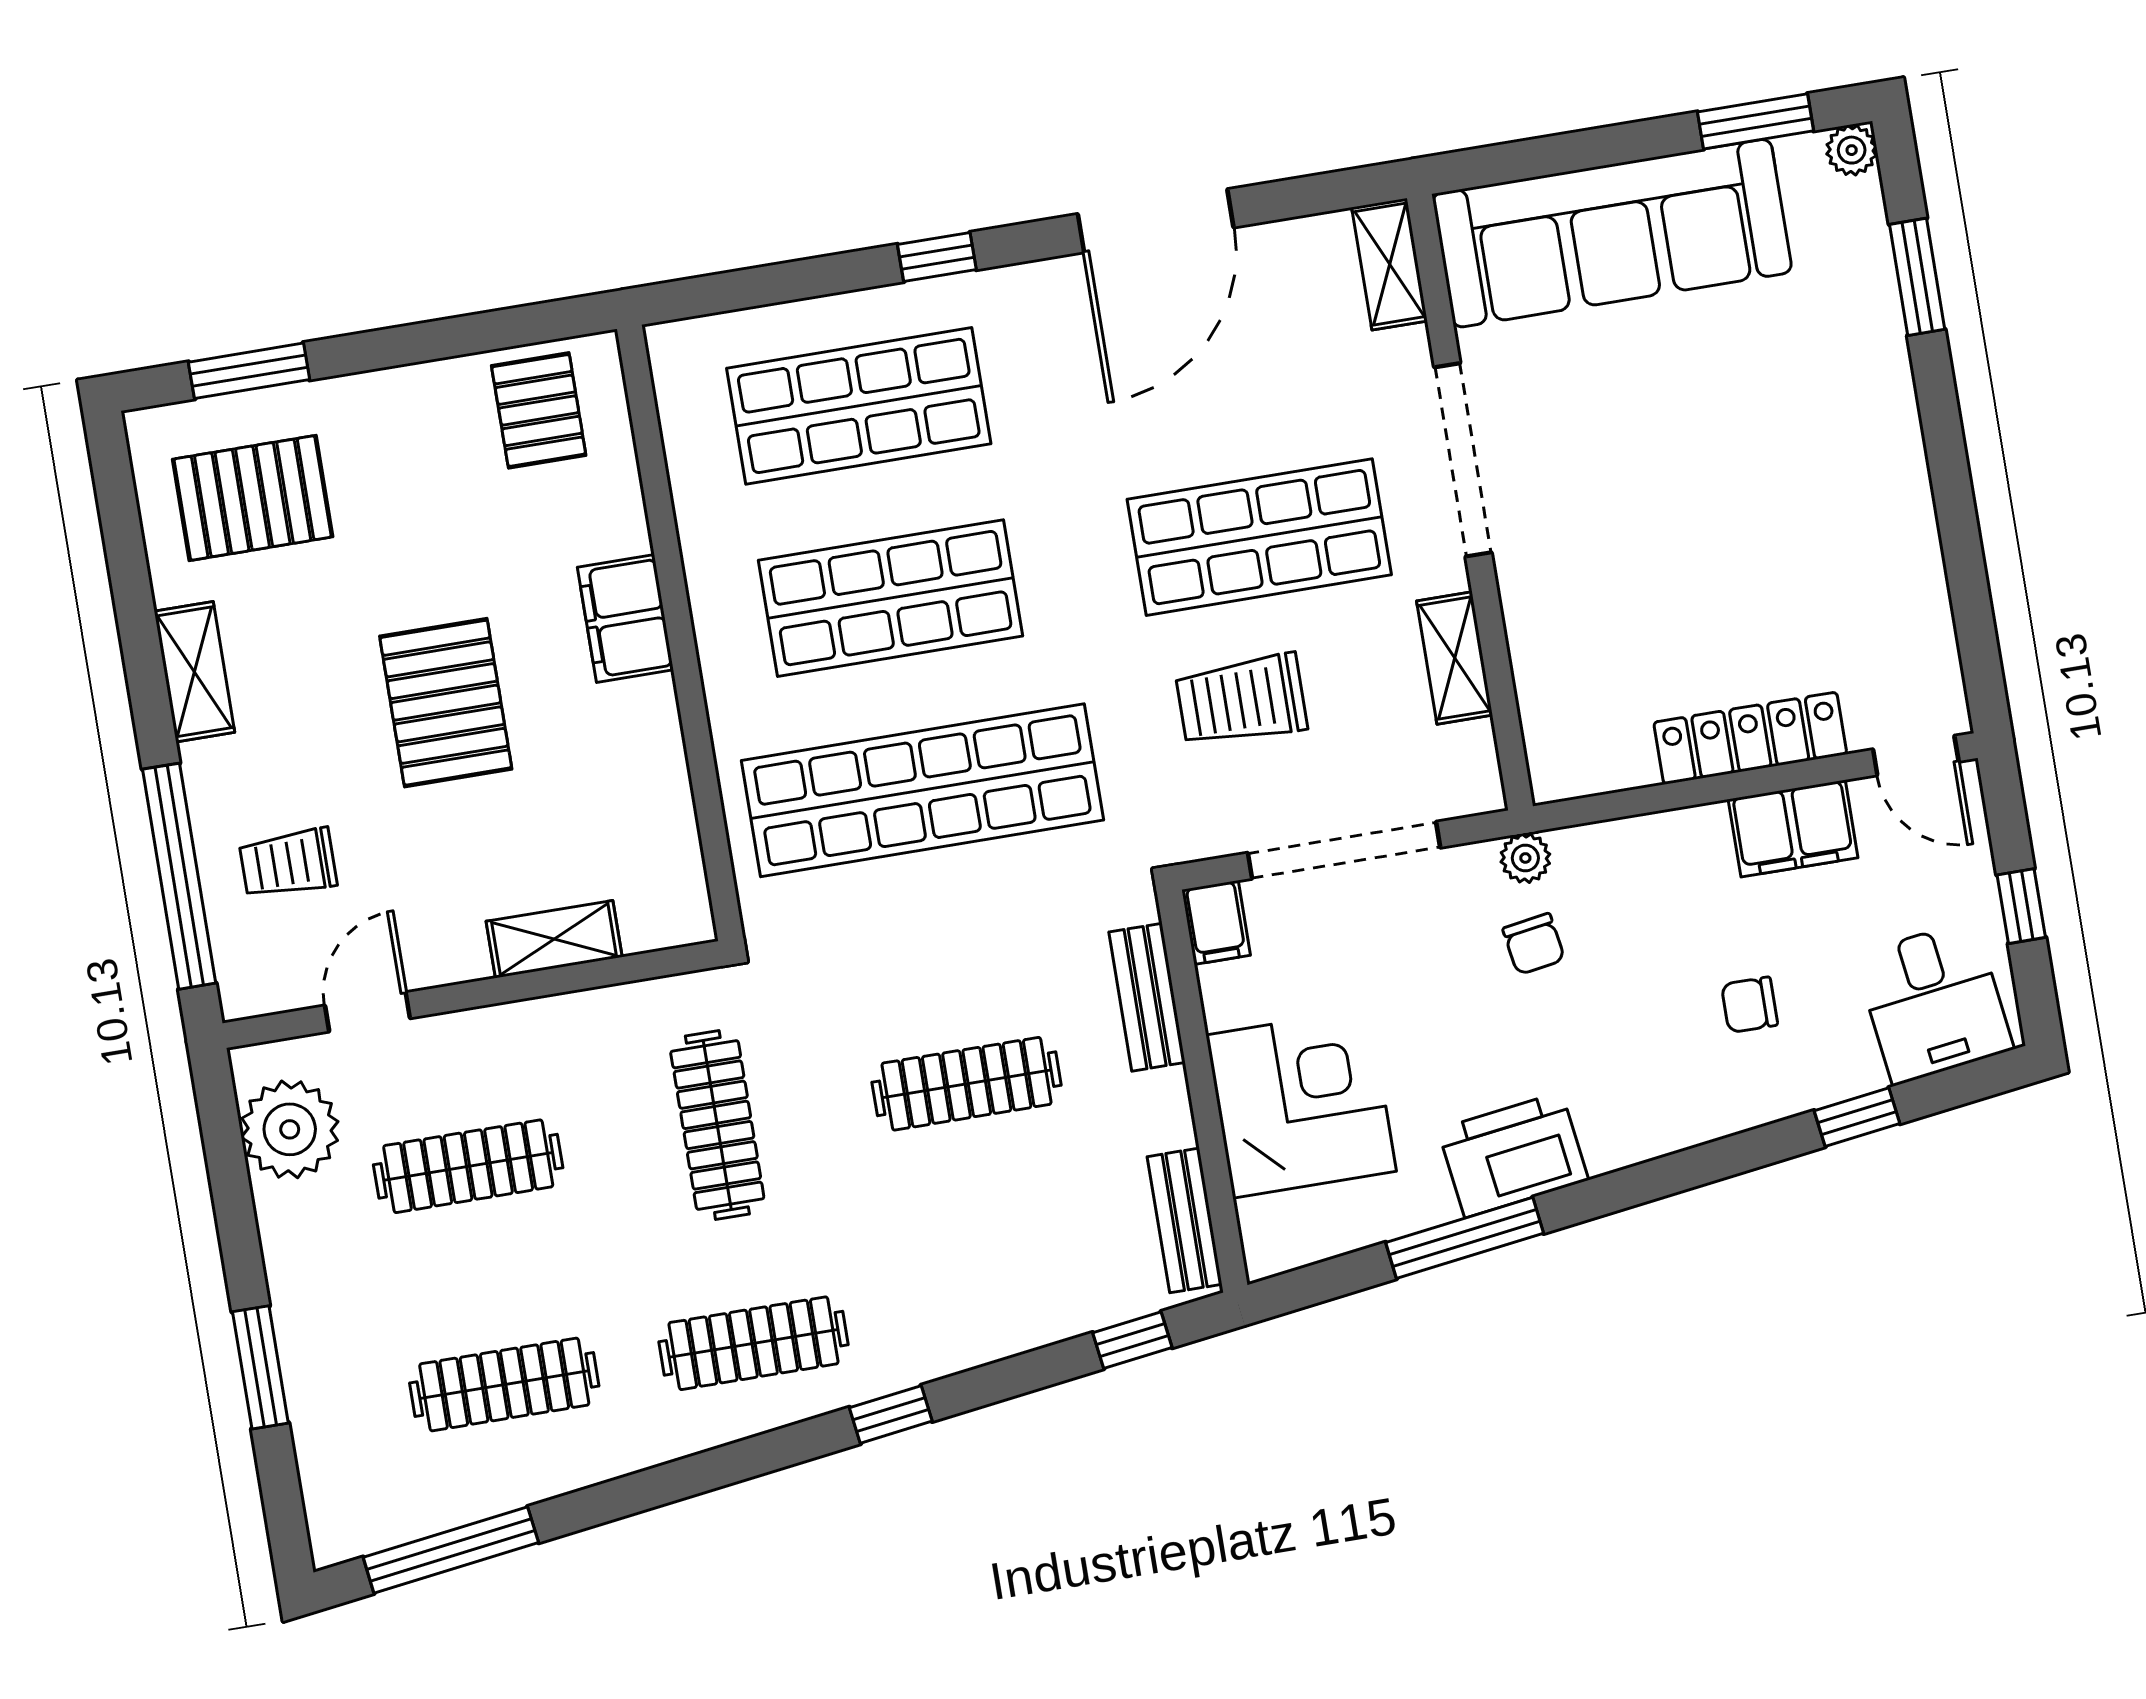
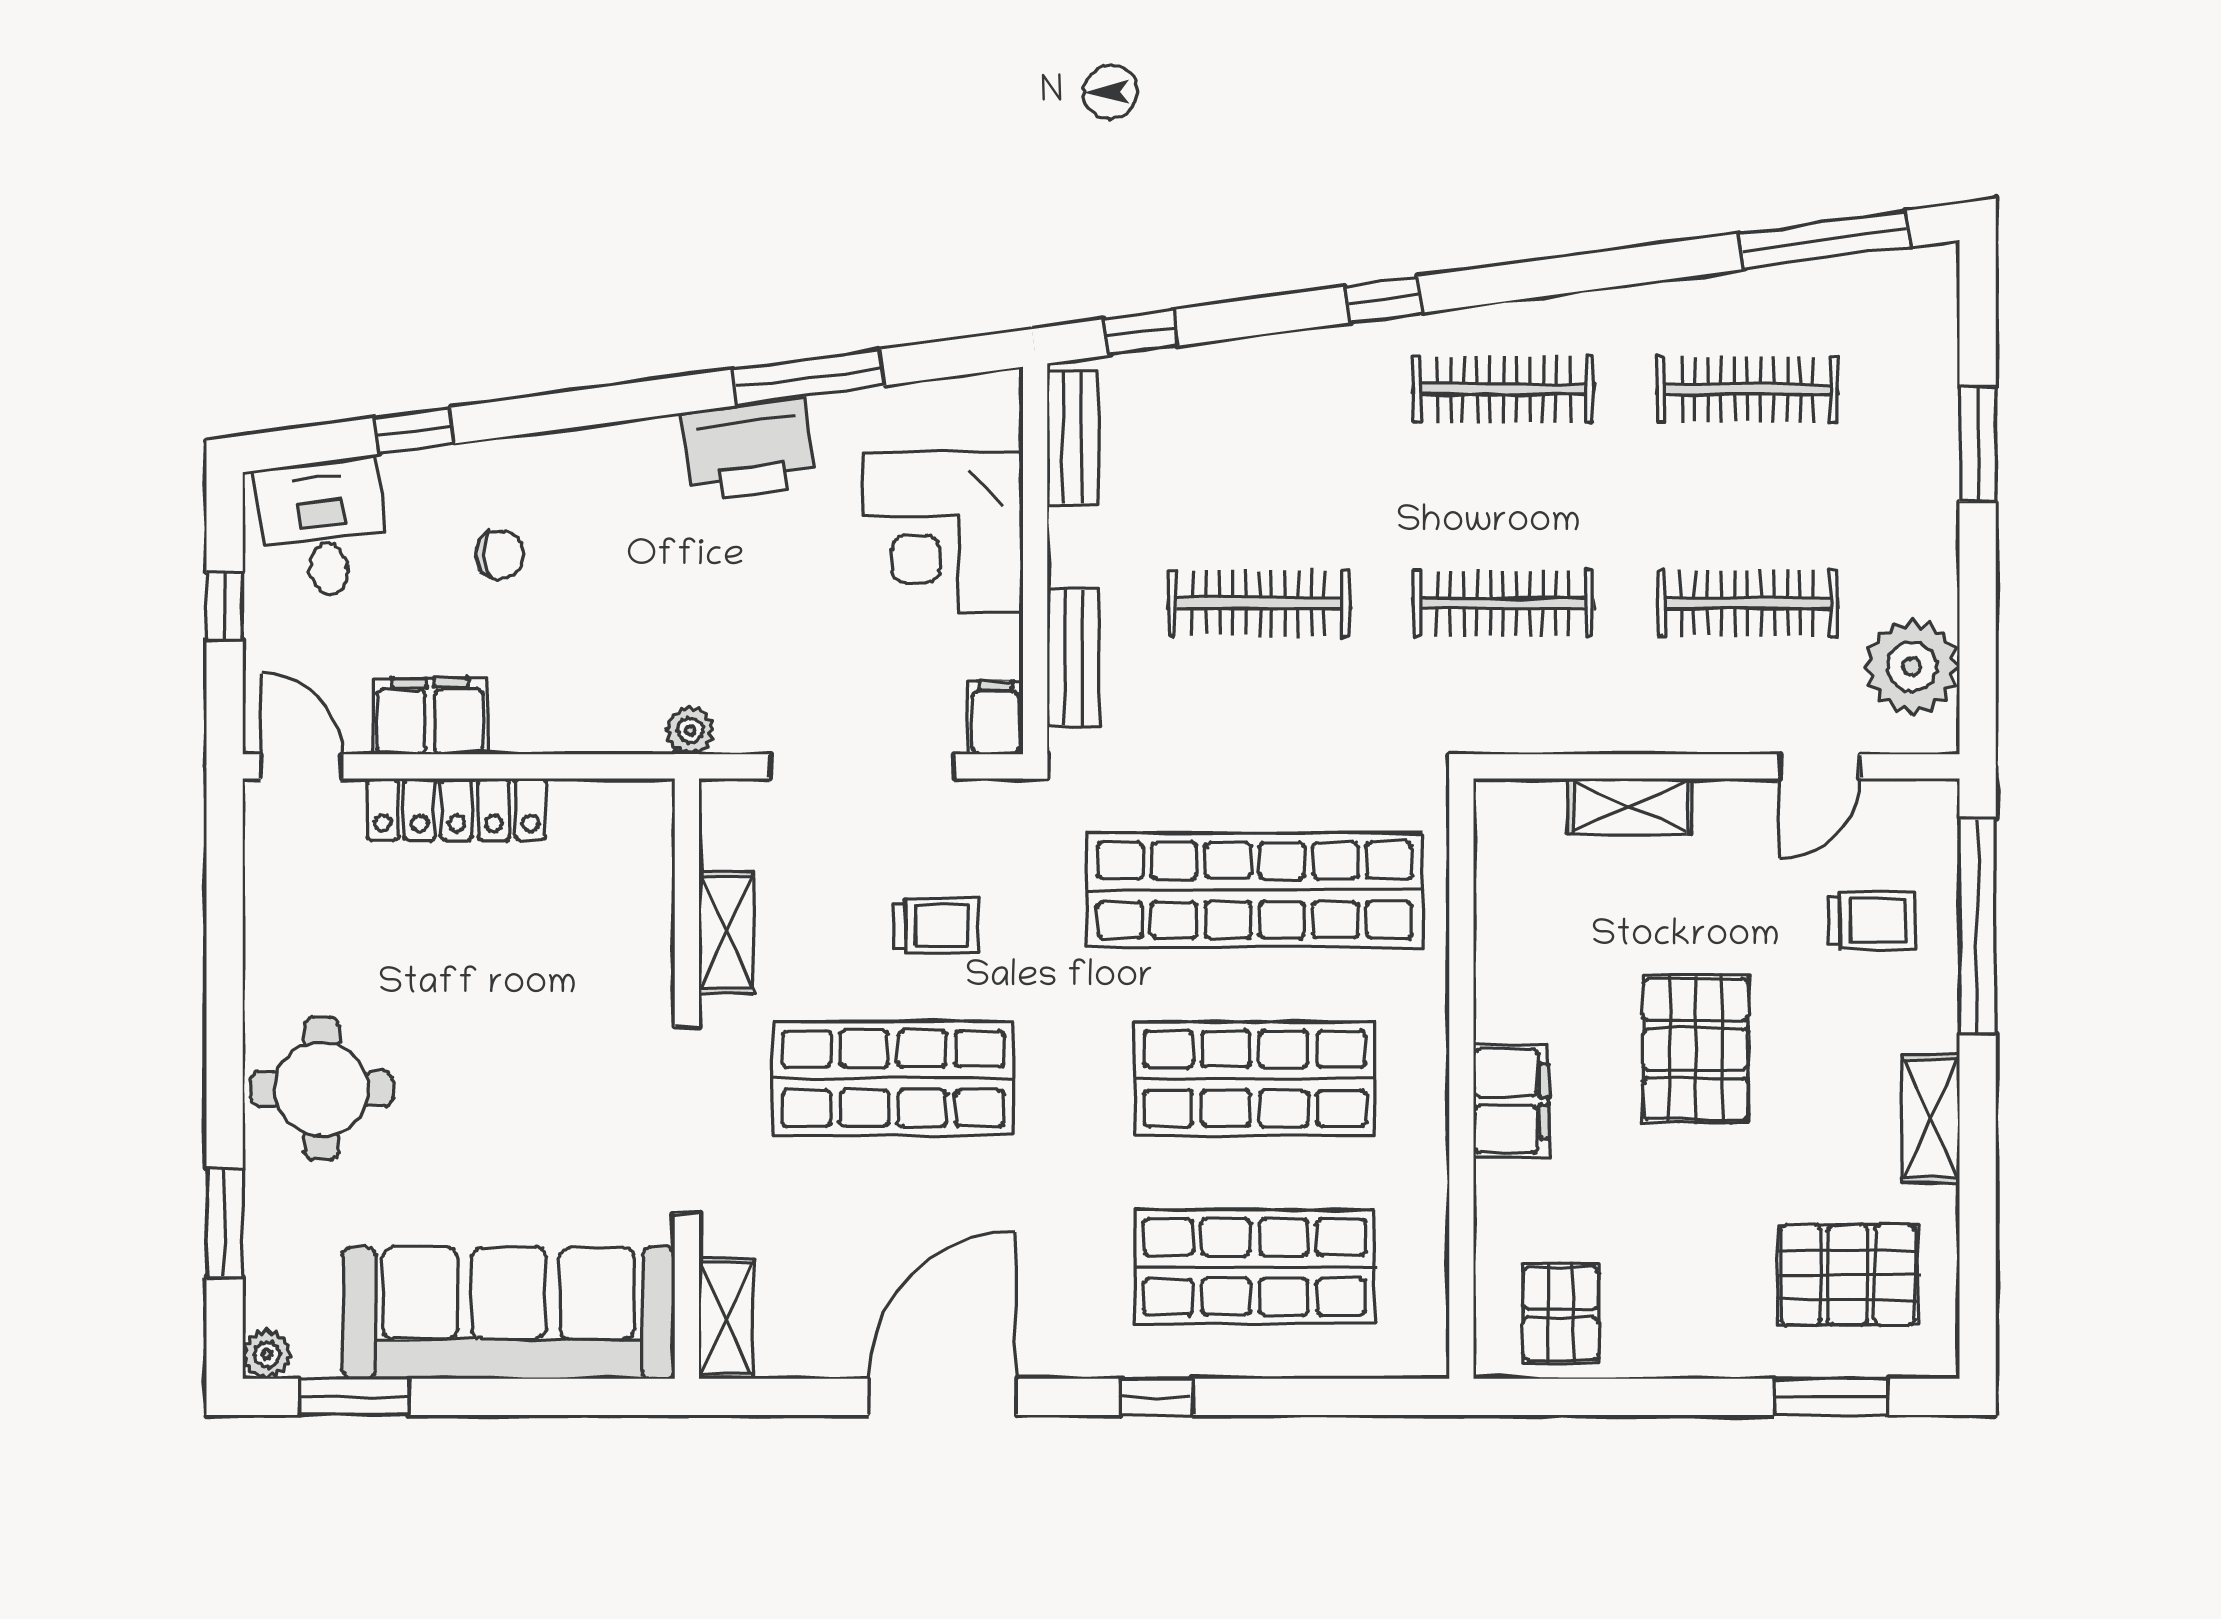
round table: (1841, 430) -> (322, 1089), added
trolley: (1241, 700) -> (936, 926), width x0.73, depth x0.72
chair: (1534, 944) -> (696, 647), removed
clothes rail: (717, 1125) -> (1503, 603), turned 90

